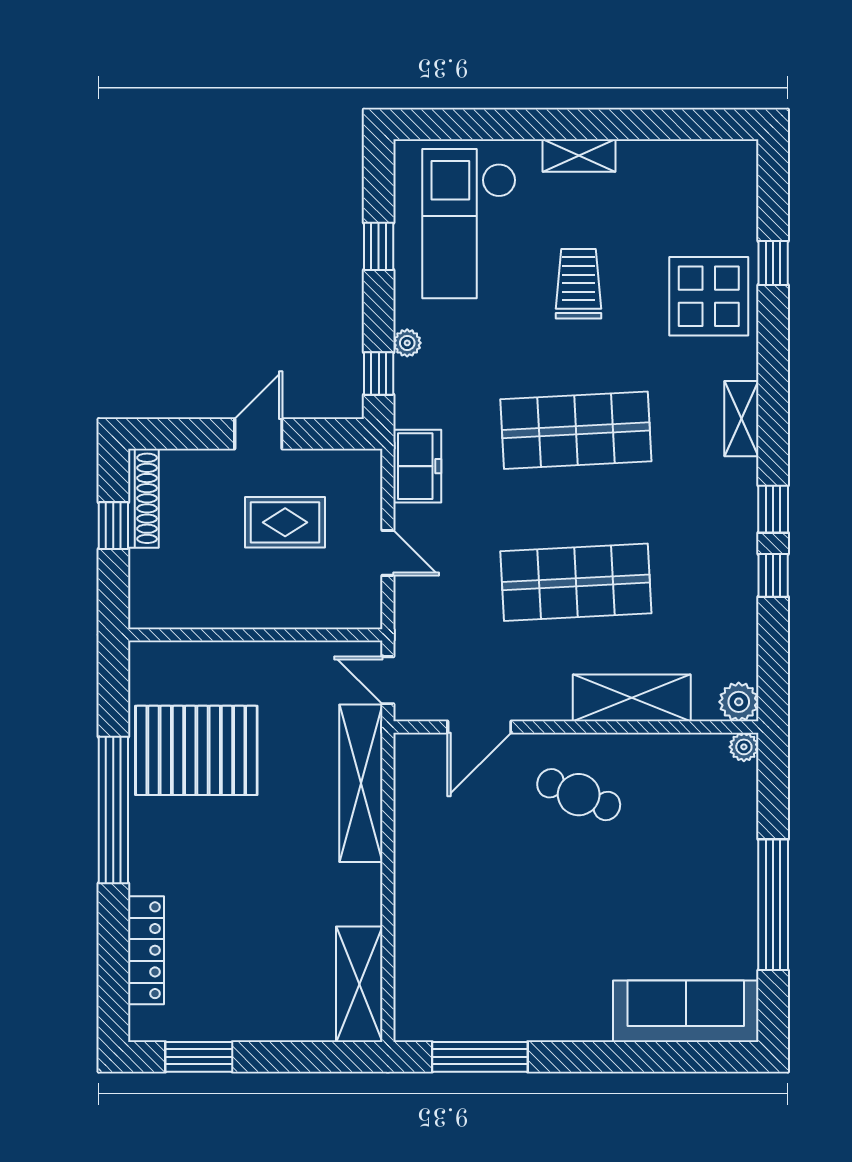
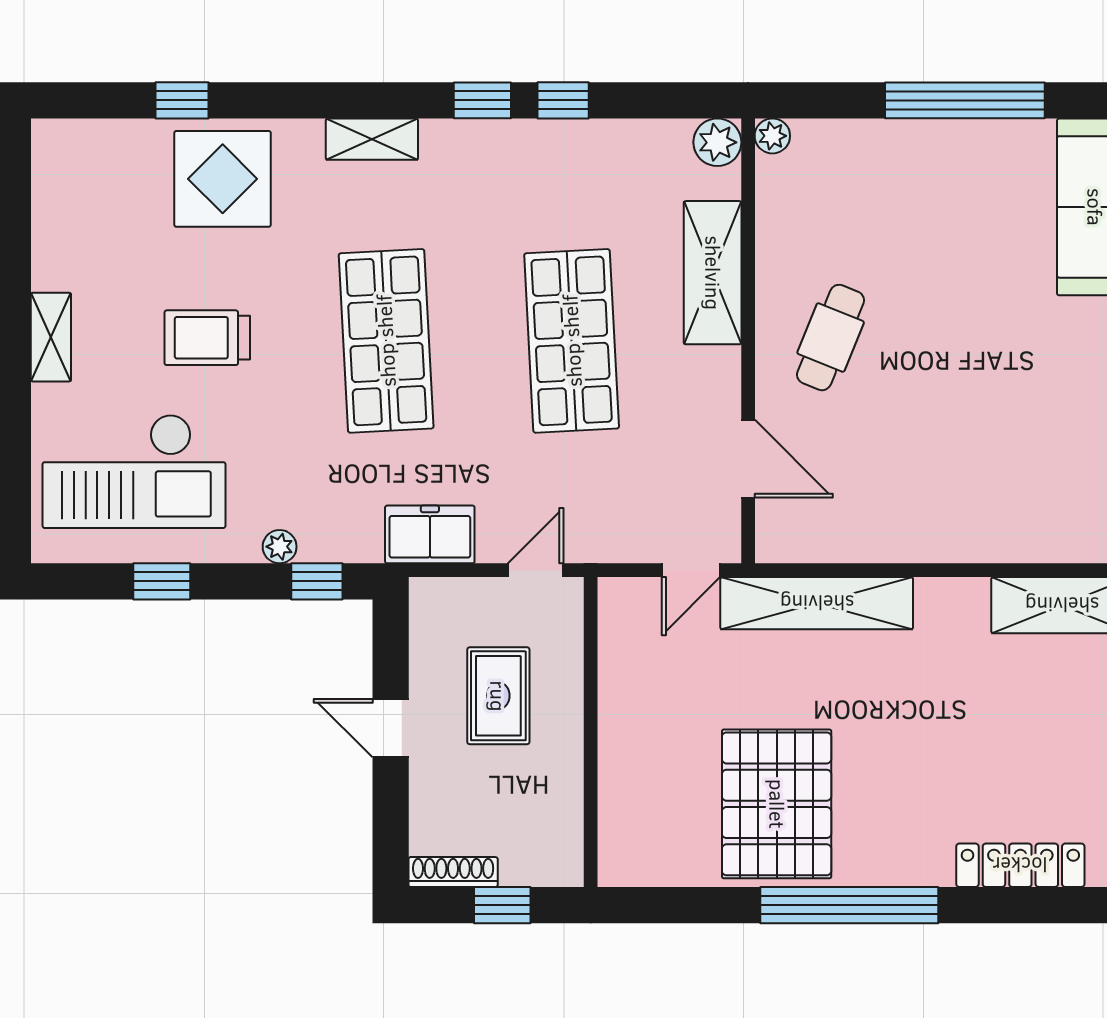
shoe rack: (143, 498) -> (453, 872), width x0.74, depth x0.81
wall: (255, 635) -> (591, 732), moved

